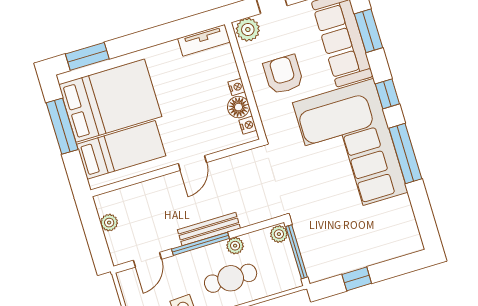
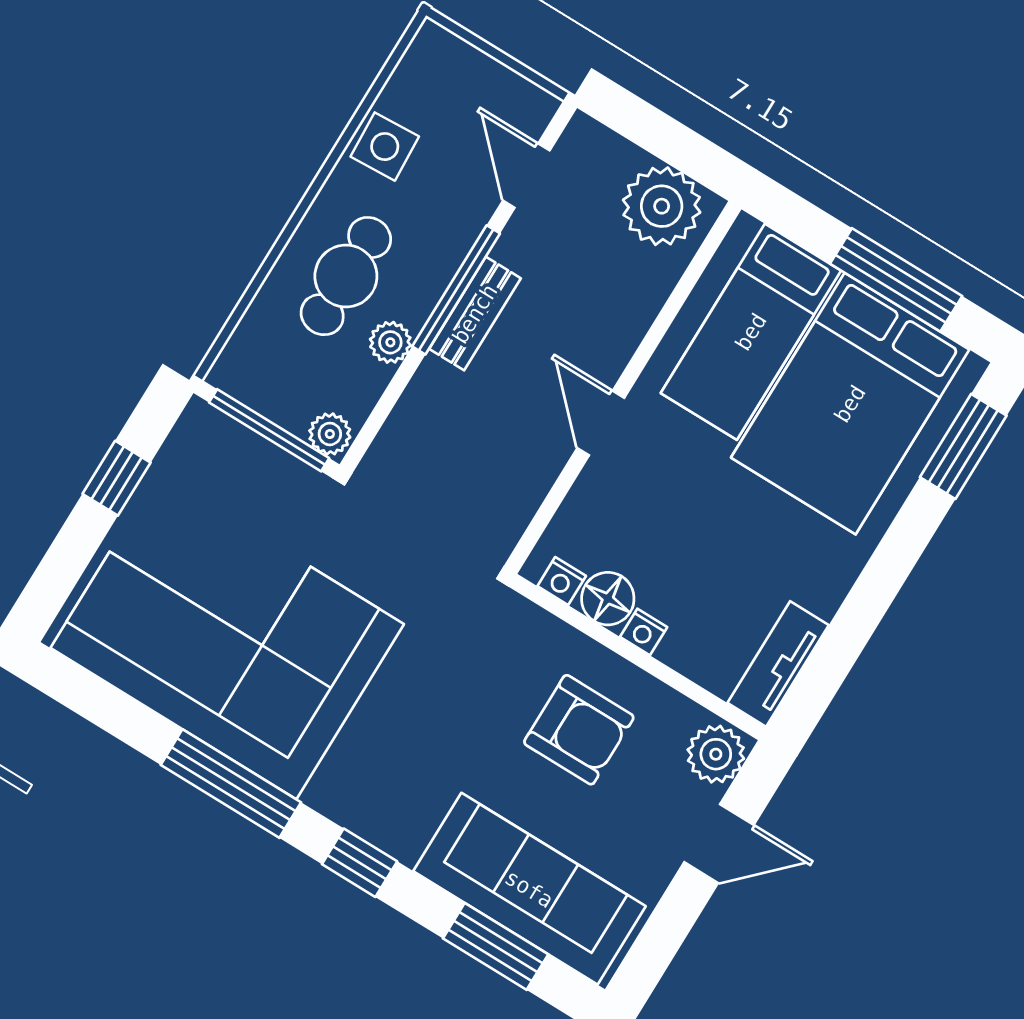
corner sofa: (350, 147) -> (227, 636), moved
plant: (109, 223) -> (662, 206), width x1.88, depth x1.88
bench: (209, 229) -> (475, 314), width x0.73

